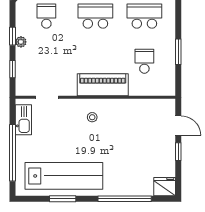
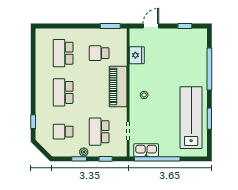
window: (178, 52) -> (110, 26), moved
school desk: (46, 61) -> (99, 132), added
window: (178, 152) -> (185, 26), moved
window: (12, 153) -> (157, 159), moved
fridge: (165, 187) -> (137, 55), moved, turned 180

